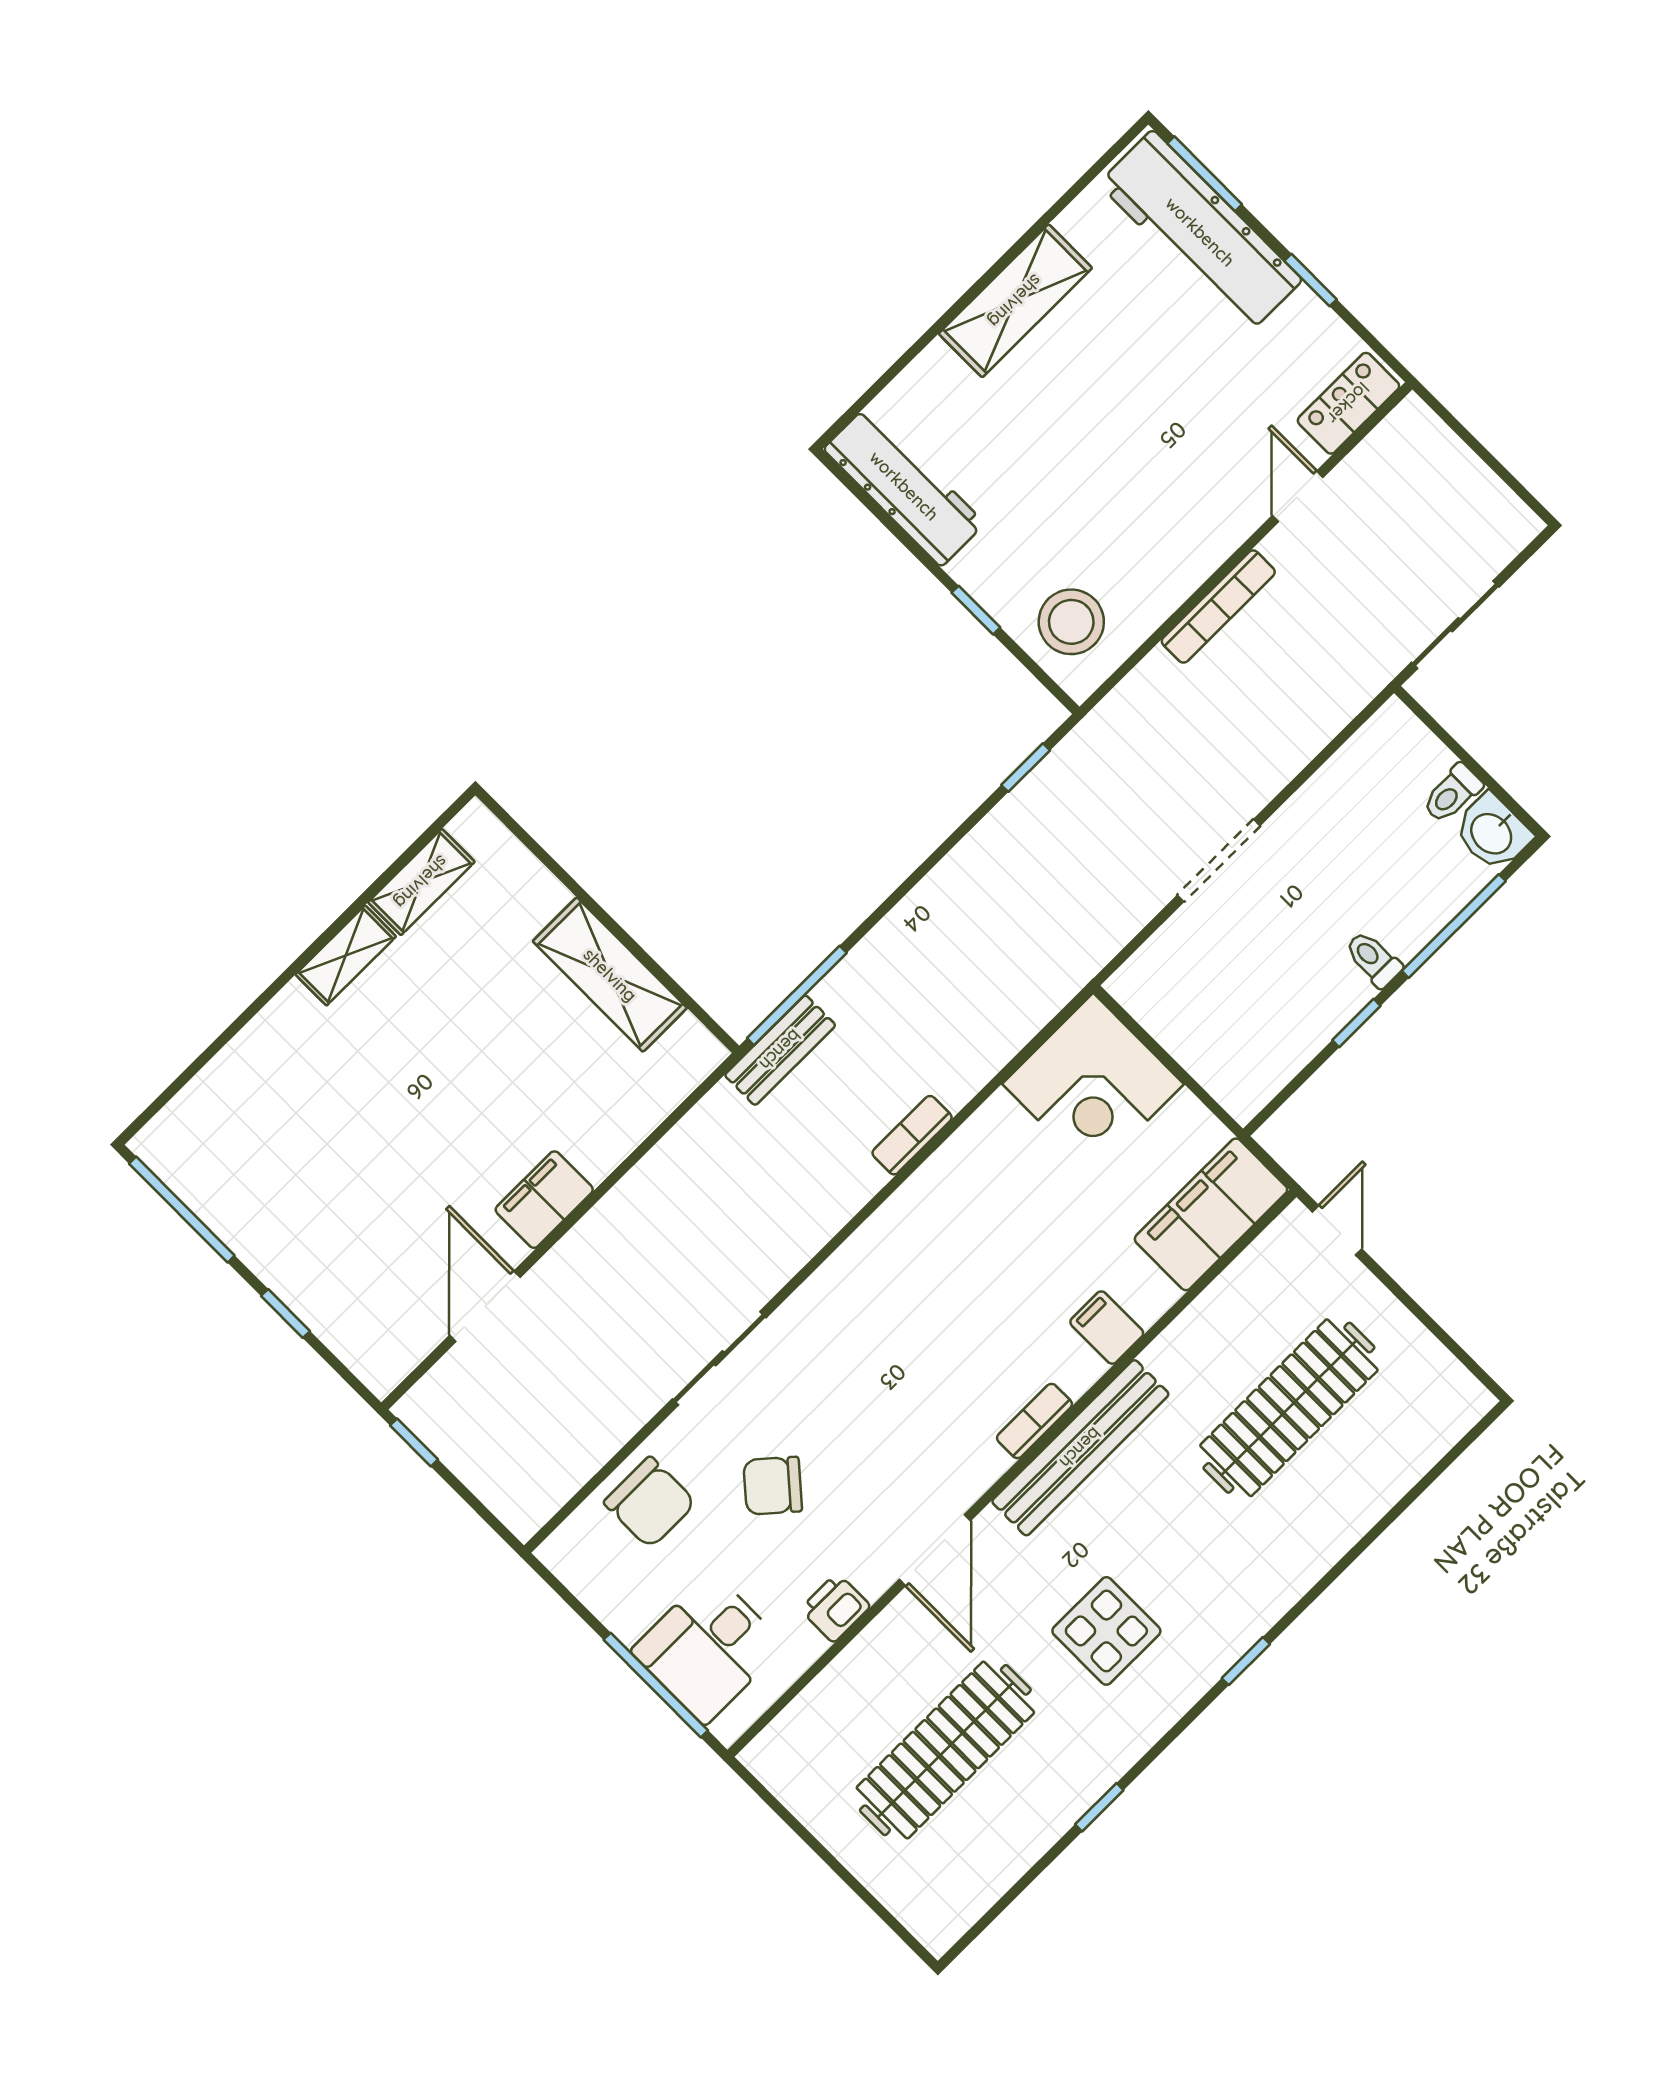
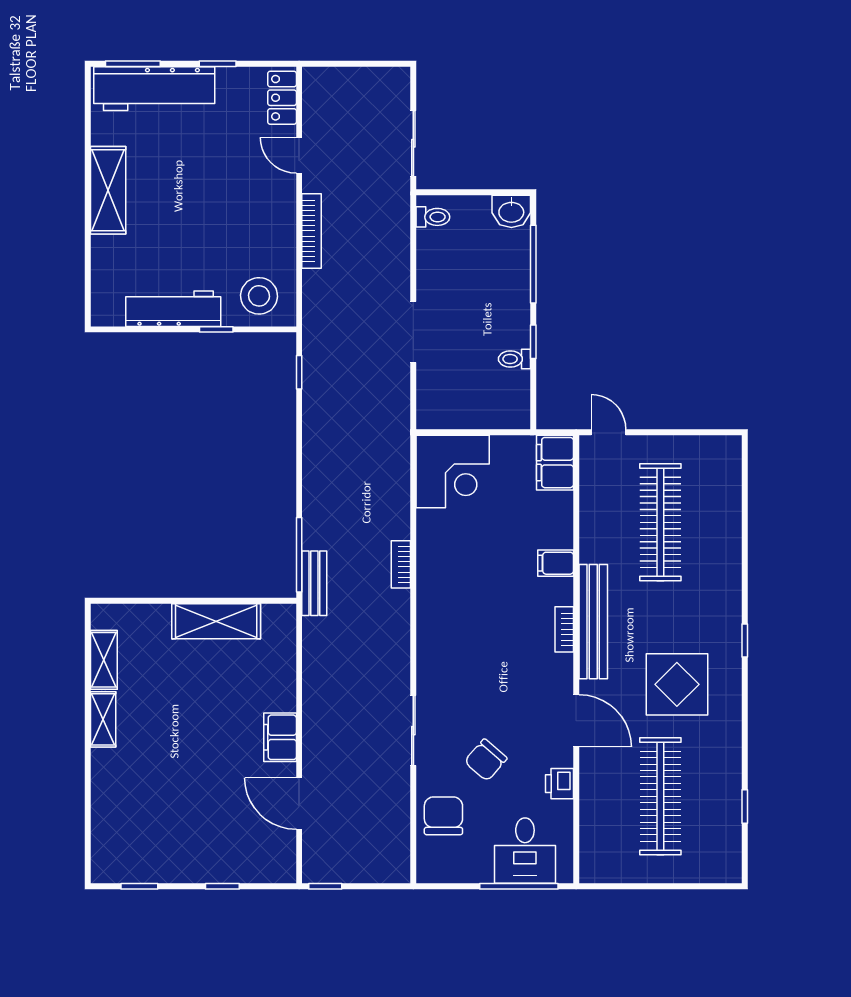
workbench: (904, 486) -> (173, 309), moved
toilet: (1452, 793) -> (433, 217), moved, turned -90
toilet: (1373, 959) -> (515, 359), moved
window: (182, 1209) -> (139, 886), width x0.46
filing cabinet: (1211, 1214) -> (555, 463), width x0.67, depth x0.86
chair: (650, 1502) -> (443, 816), turned -90
display table: (1106, 1631) -> (677, 684), width x1.36, depth x1.36
window: (1099, 1807) -> (745, 807), moved

